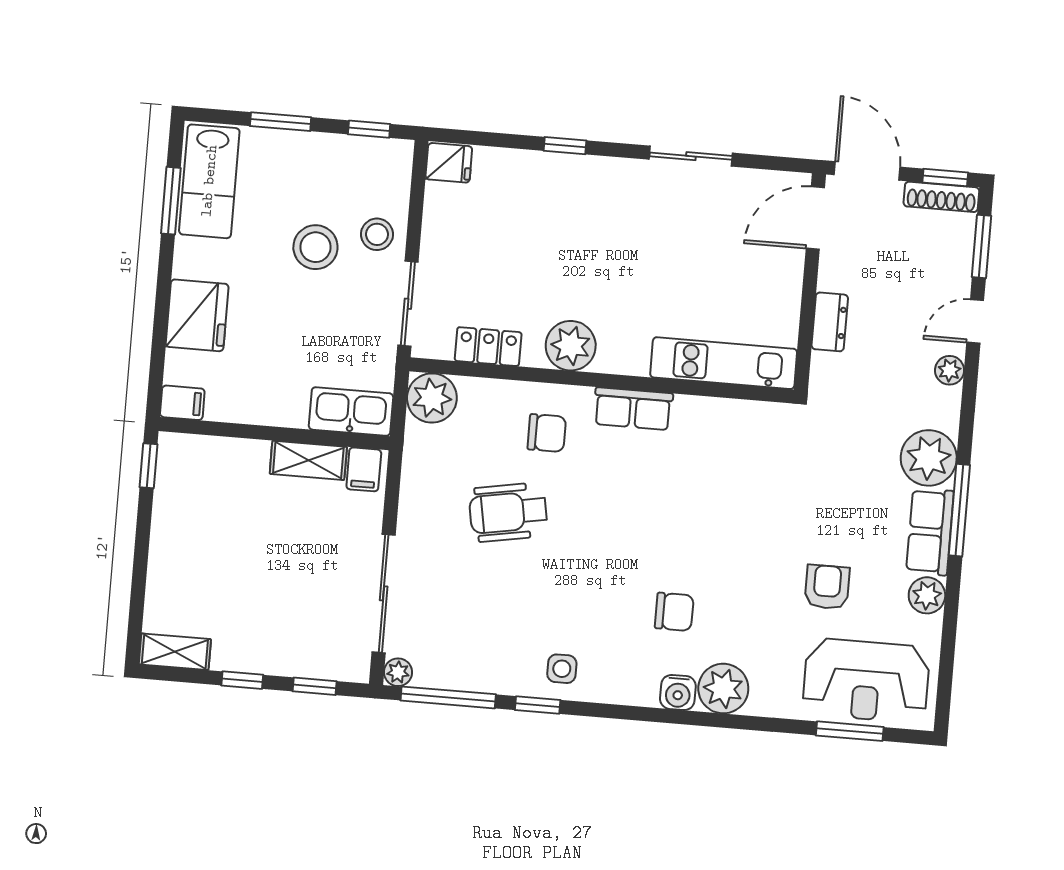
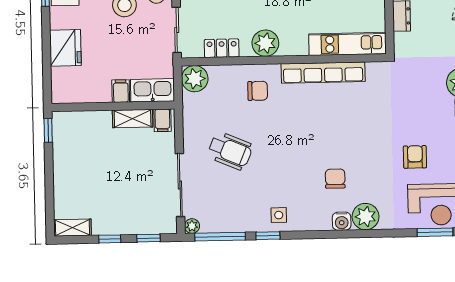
filing cabinet: (182, 403) -> (121, 91), moved, turned -90
row of seats: (633, 409) -> (323, 73), width x2.02
wheelchair: (508, 512) -> (230, 151), moved, turned -147
chair: (674, 612) -> (335, 179), turned -90

